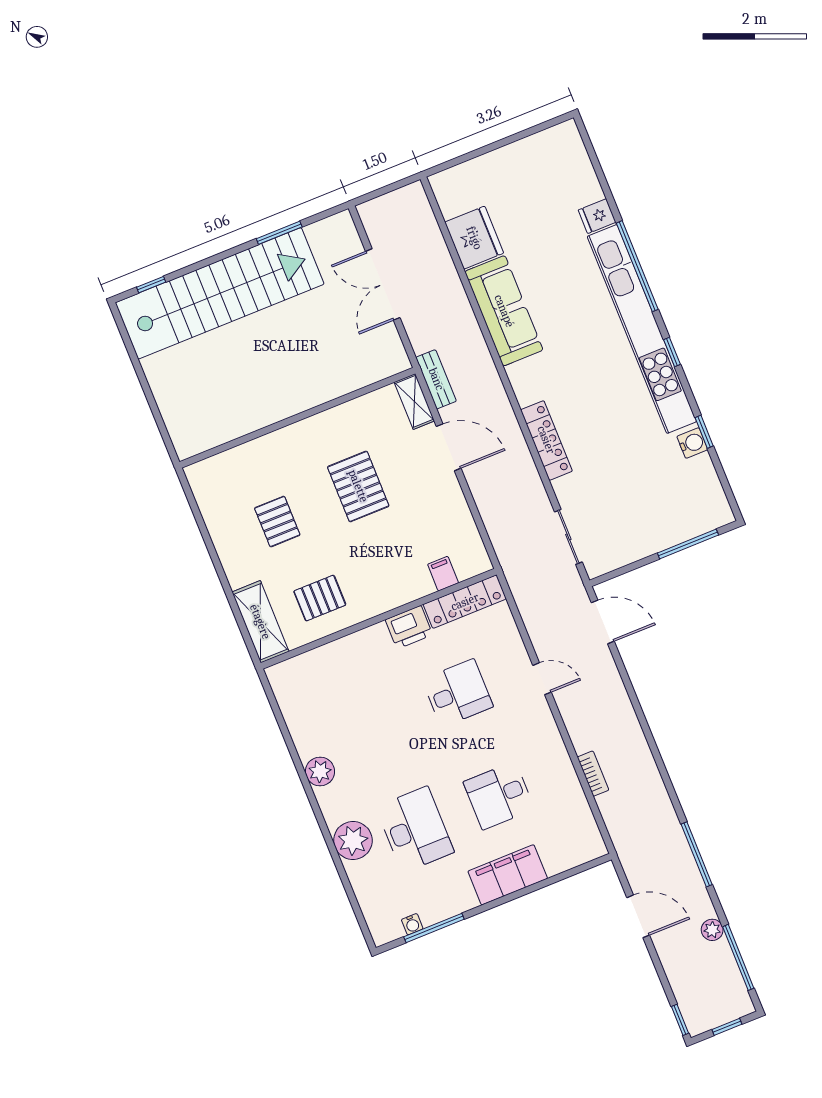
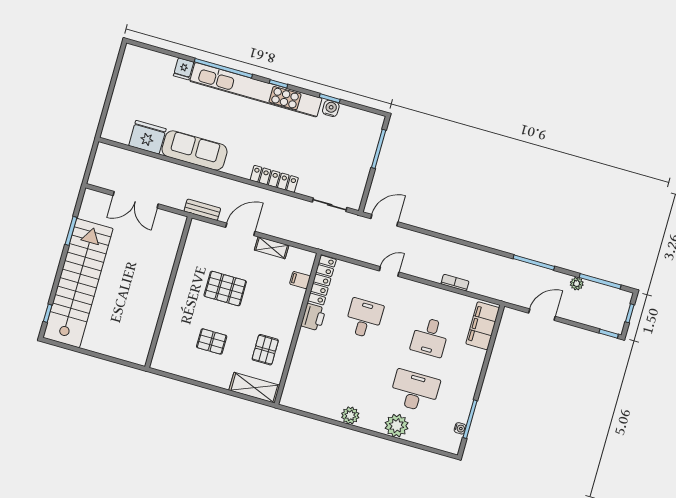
shelving: (414, 401) -> (272, 248), moved
filing cabinet: (508, 875) -> (483, 326), moved

